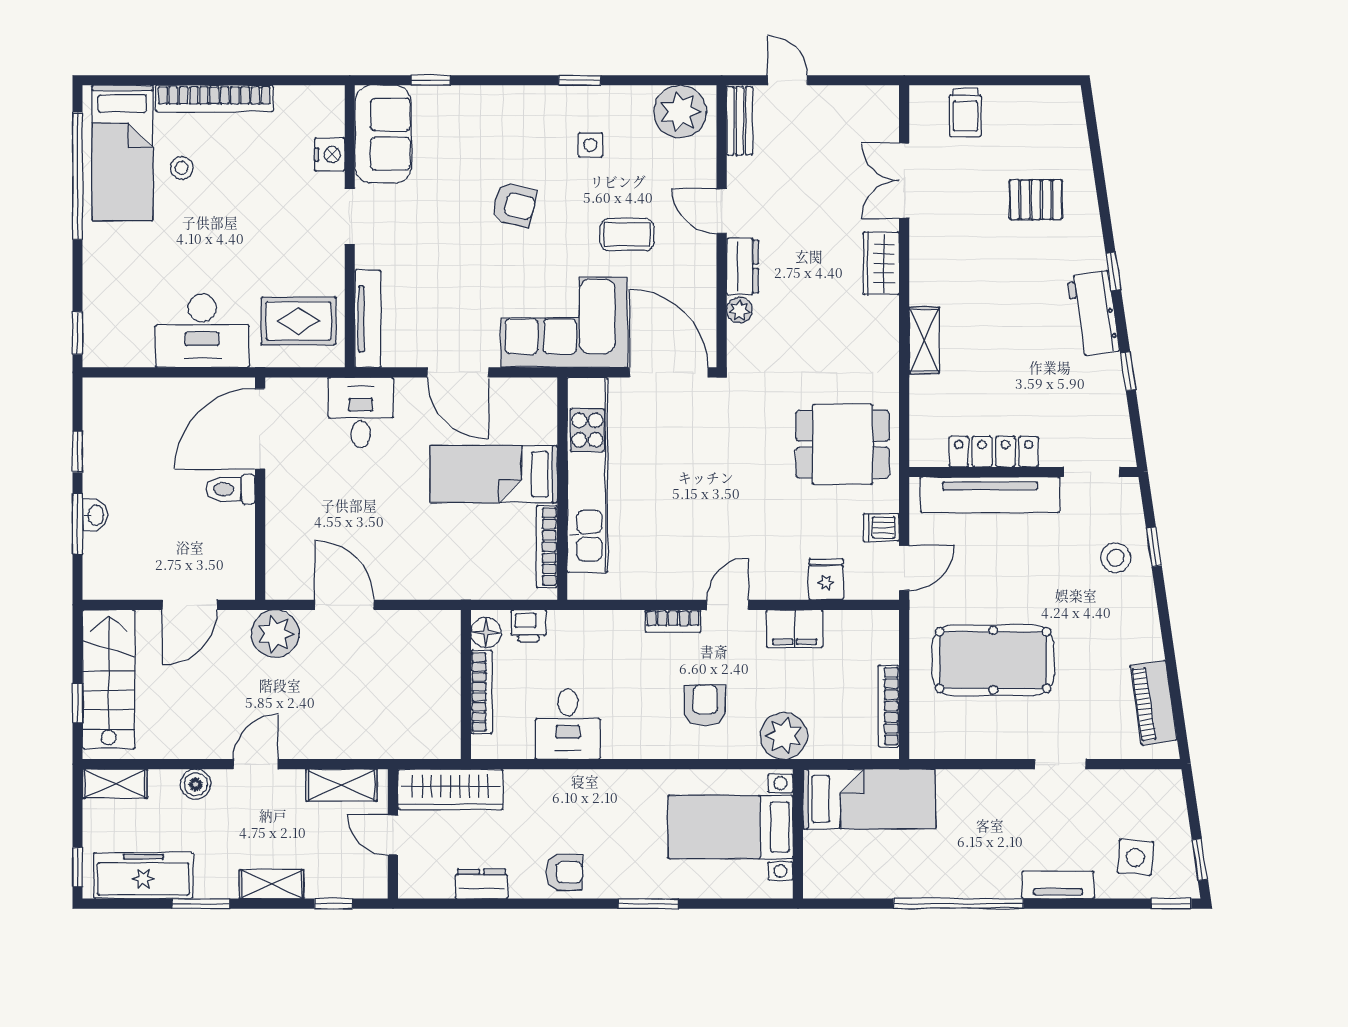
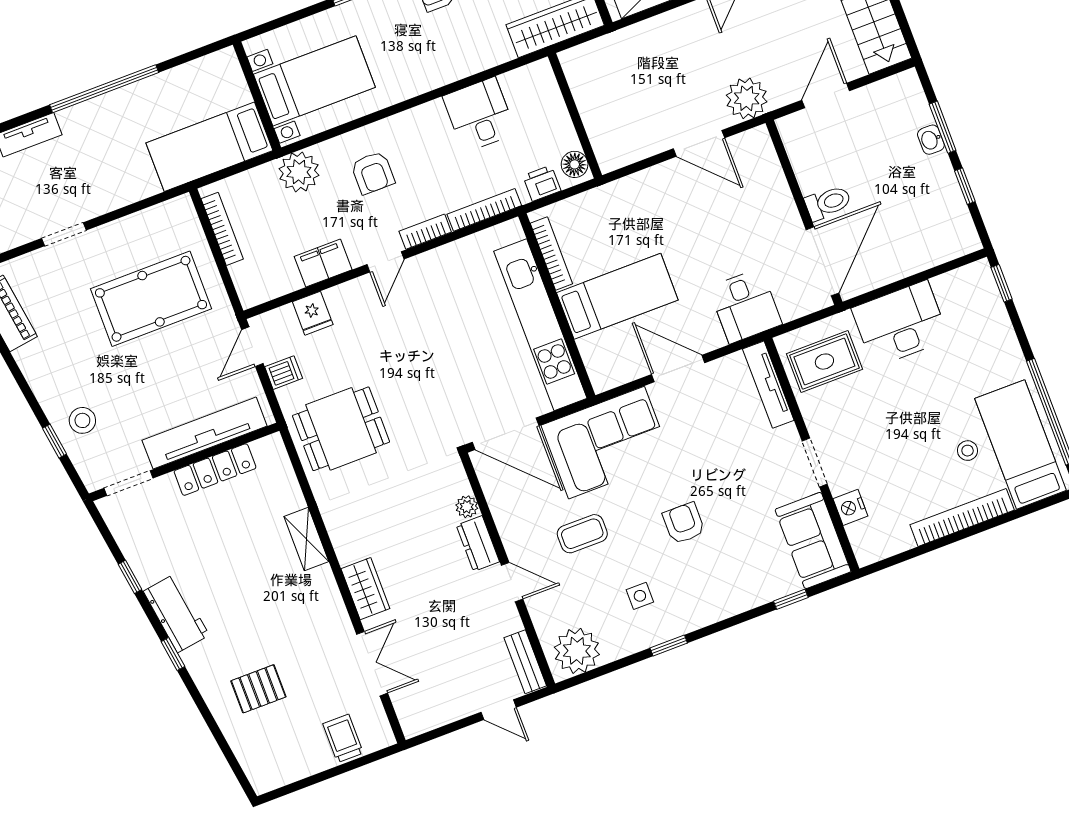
armchair: (514, 205) -> (684, 523), turned 77
bookcase: (482, 692) -> (484, 210), moved, turned 90

